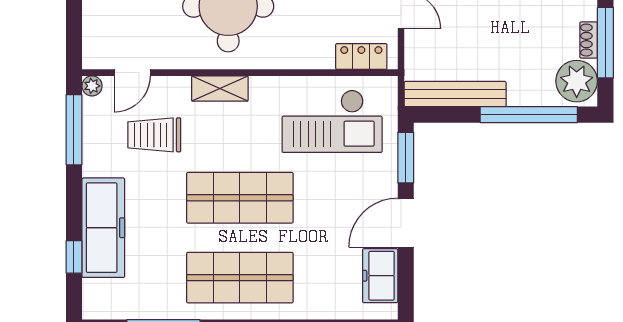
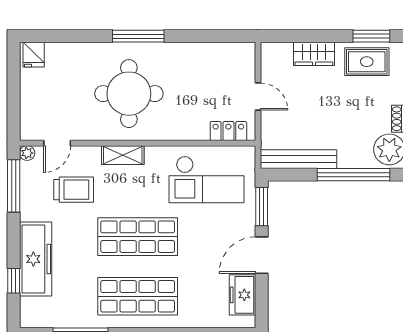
trolley: (154, 135) -> (74, 190), turned 180

